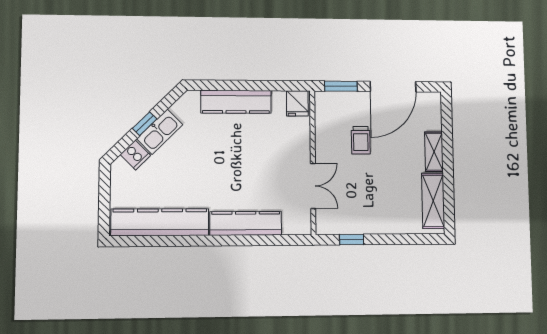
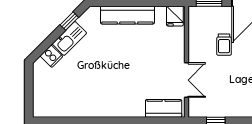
window: (145, 124) -> (69, 21), moved
kitchen counter: (160, 222) -> (70, 107), removed
kitchen counter: (246, 223) -> (164, 108), moved, width x0.67

